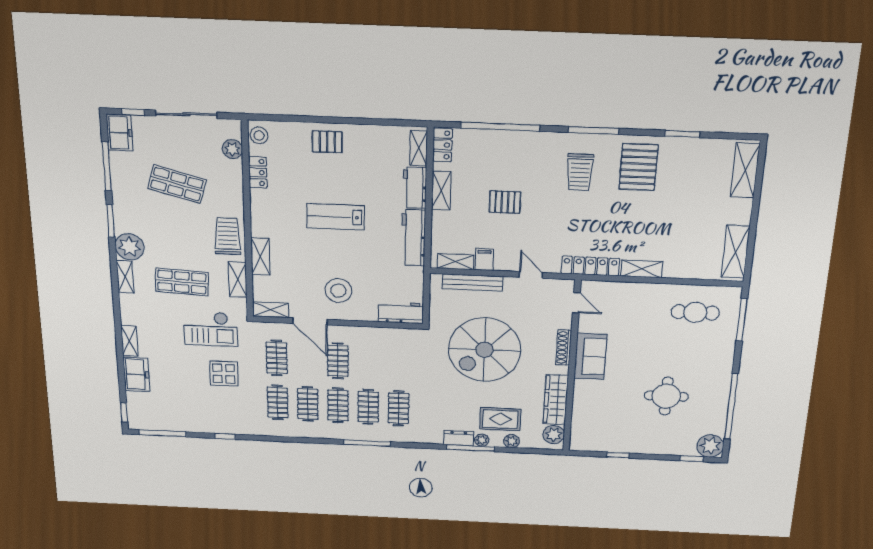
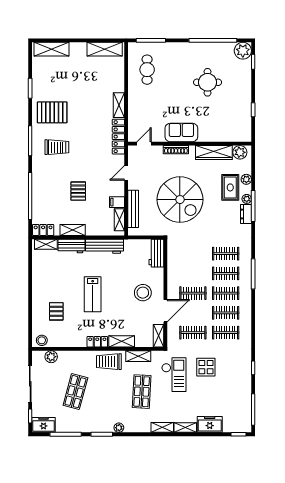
pallet: (327, 142) -> (56, 311), moved
locker: (258, 172) -> (97, 342), moved
plant: (129, 247) -> (119, 428), width x0.53, depth x0.53
shelving: (125, 277) -> (162, 427), moved

